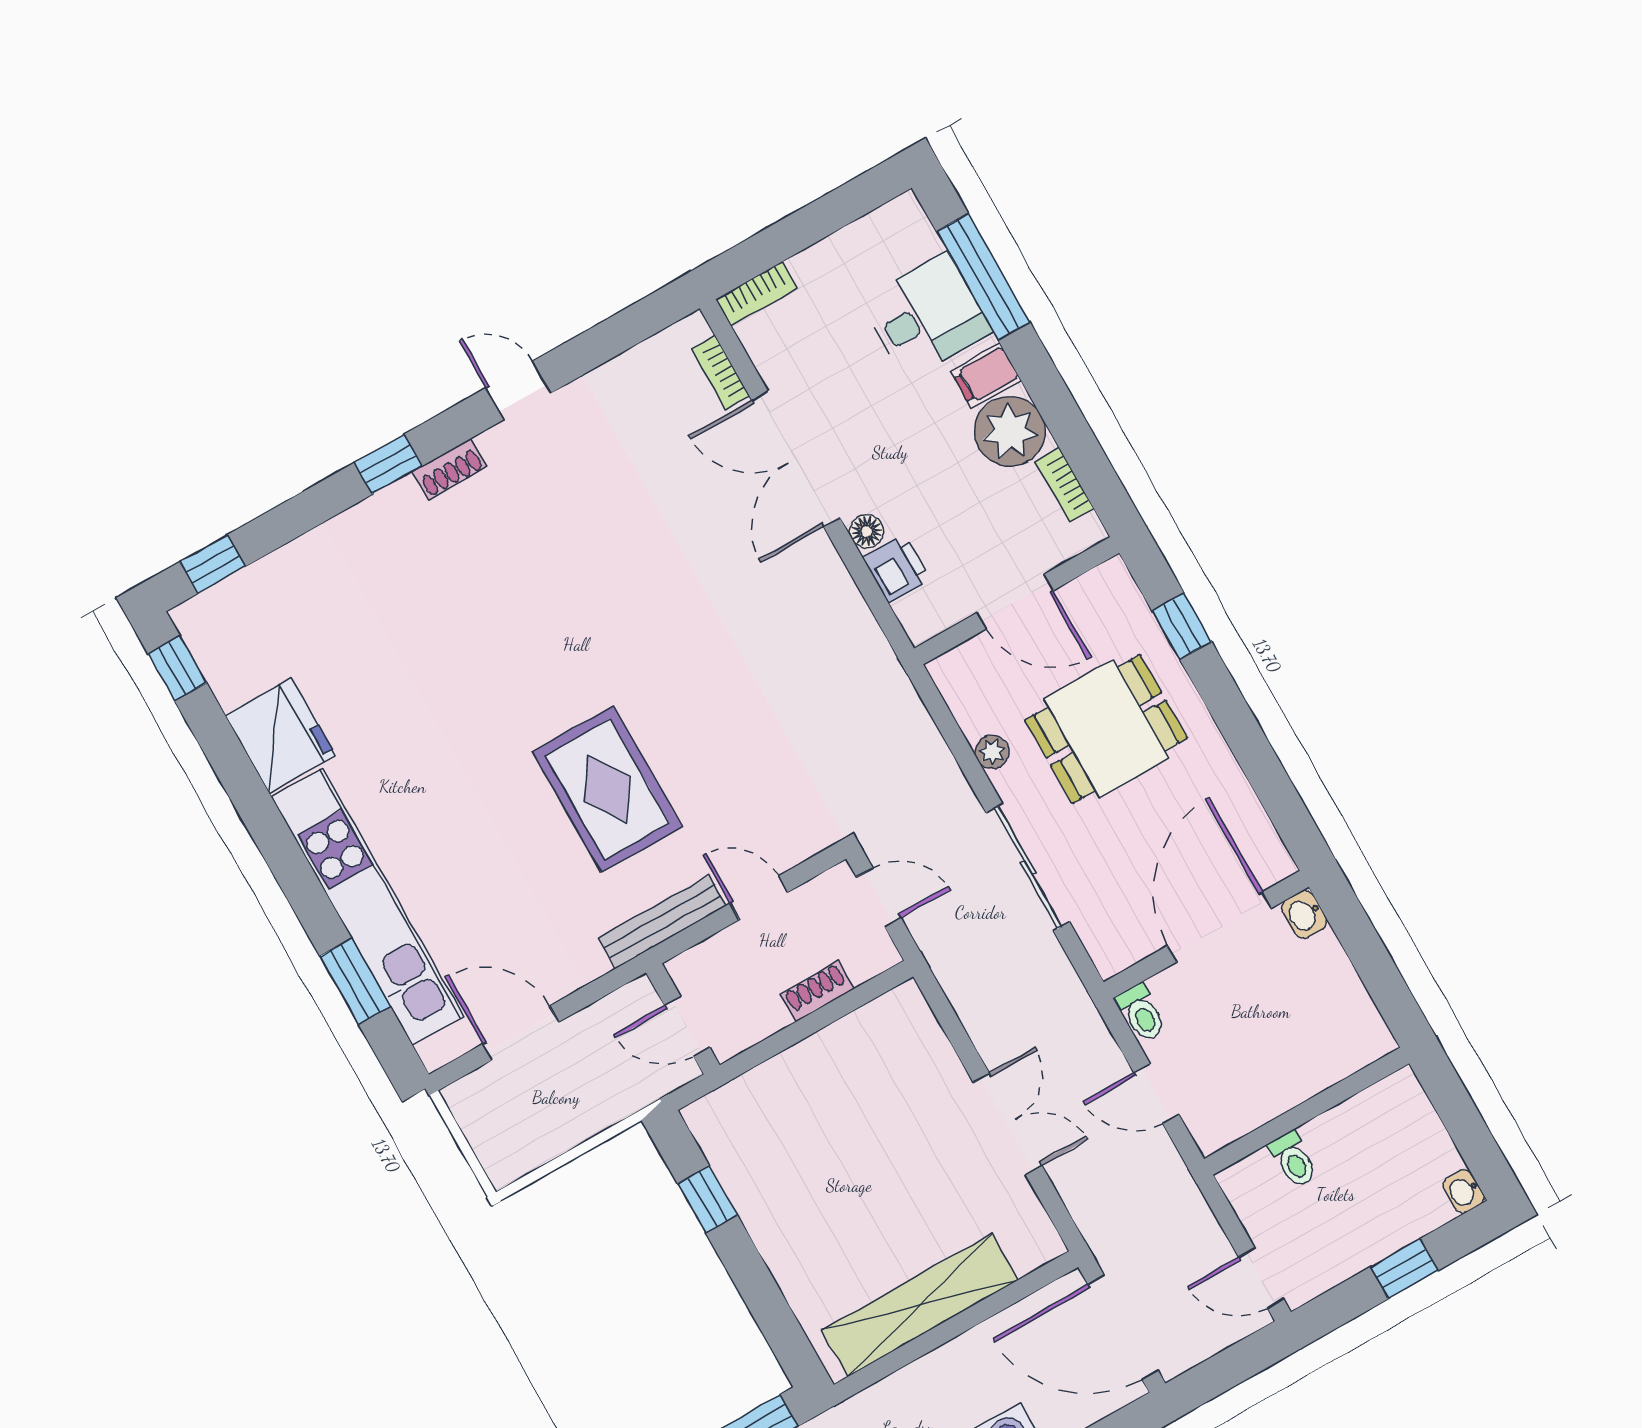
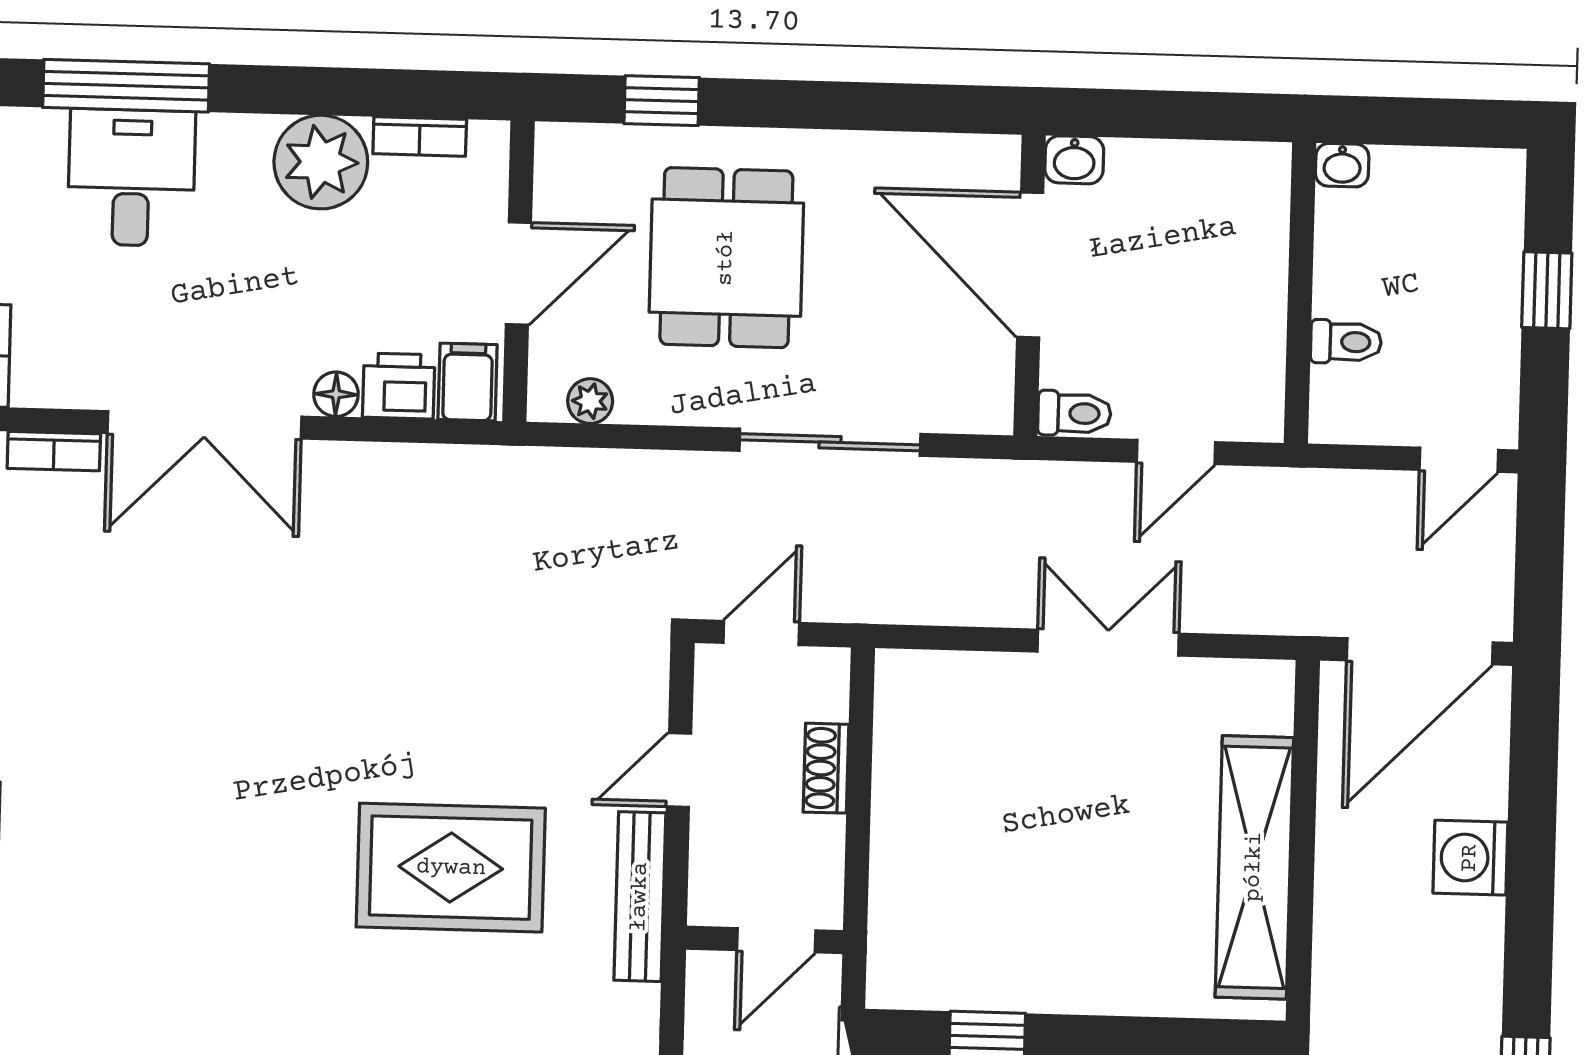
filing cabinet: (986, 376) -> (468, 382), moved, turned 180
plant: (992, 752) -> (590, 401), moved
washbasin: (1464, 1191) -> (1342, 165), moved

